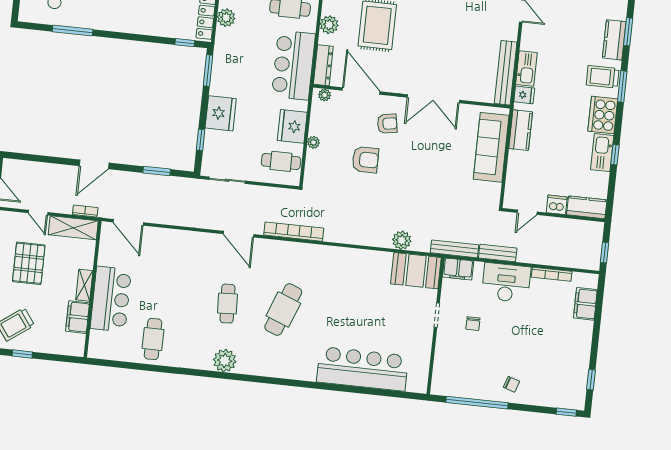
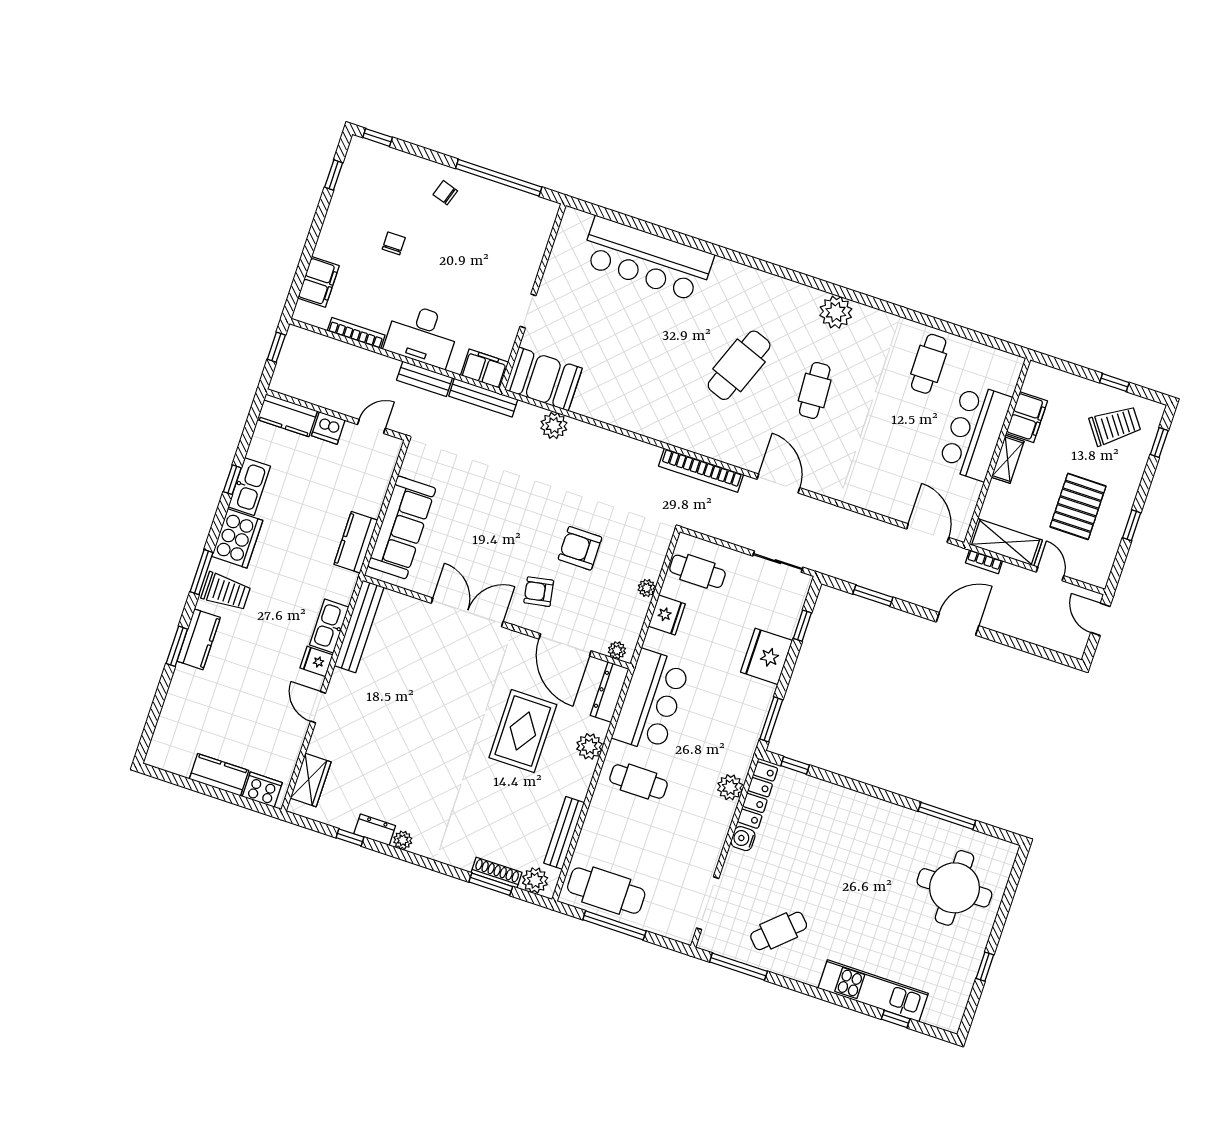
fridge: (524, 95) -> (316, 661), moved
fridge: (292, 126) -> (667, 615), width x0.73, depth x0.75
chair: (473, 324) -> (394, 243), moved

